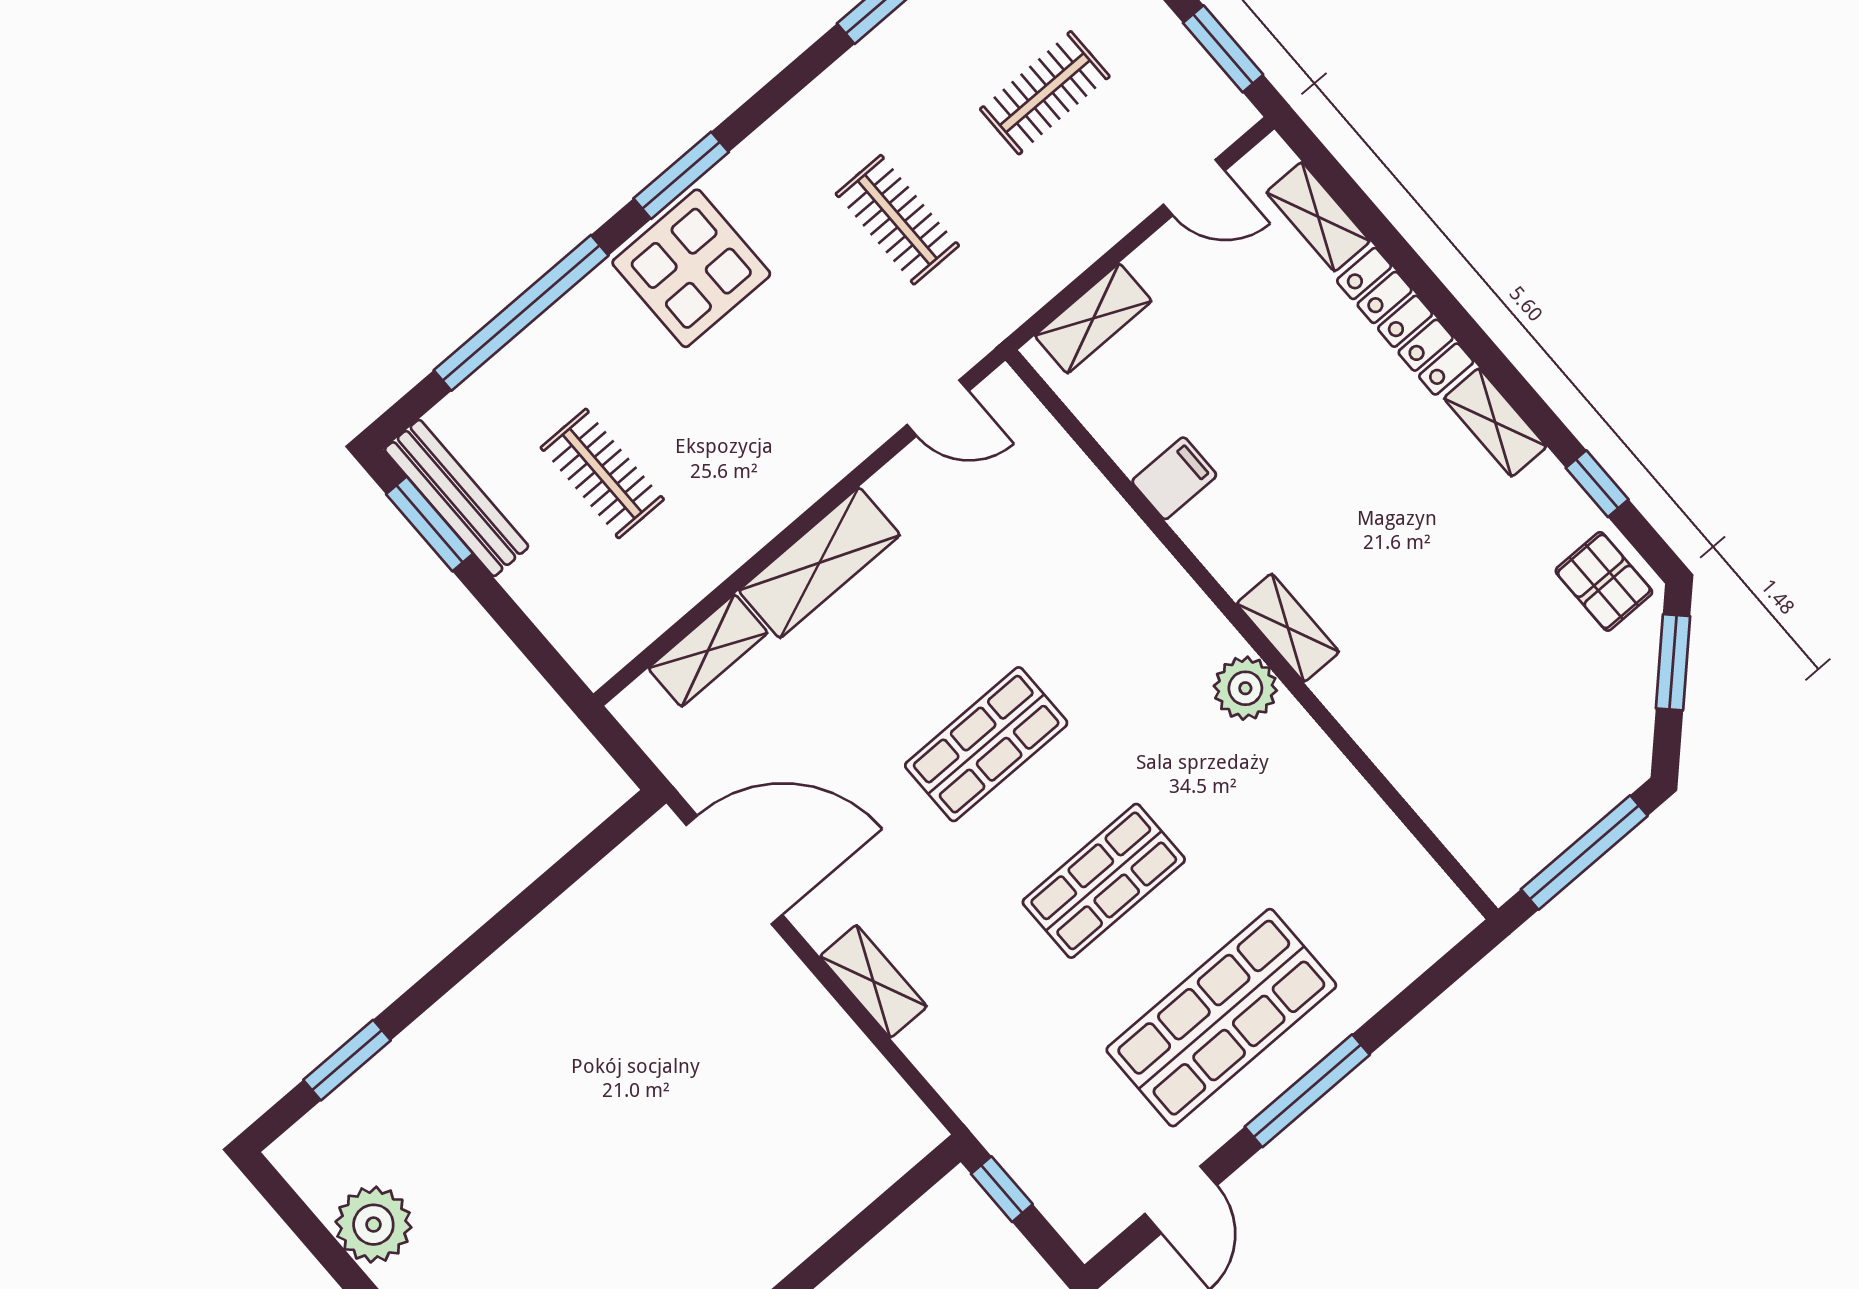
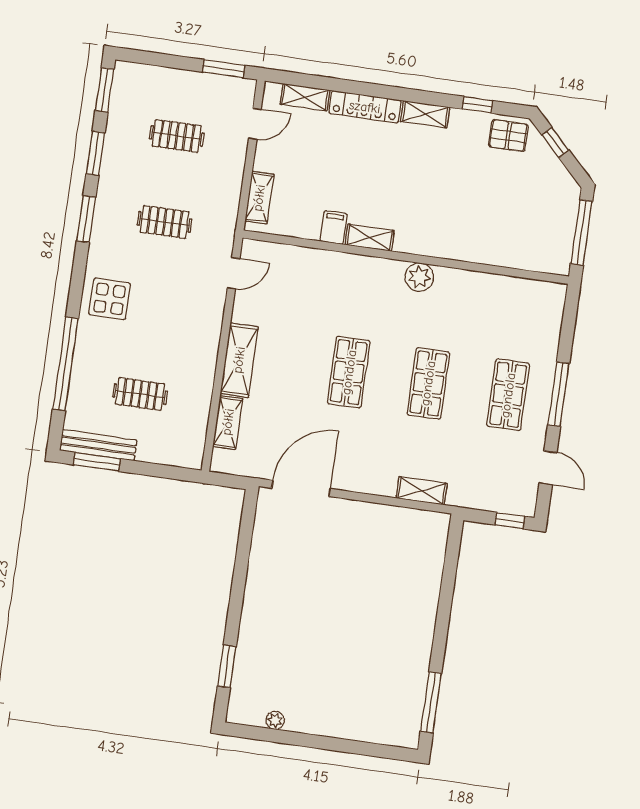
clothes rail: (1045, 93) -> (177, 136), turned 90
window: (681, 175) -> (86, 219), moved
display table: (691, 268) -> (110, 299), width x0.73, depth x0.73
shelving: (1288, 628) -> (370, 238), moved
window: (1673, 662) -> (555, 143), width x0.67
shelving: (873, 981) -> (422, 491), moved
shop shelf: (1221, 1018) -> (508, 395), width x0.70, depth x0.74
window: (1002, 1189) -> (510, 521), moved
plant: (373, 1225) -> (275, 720), width x0.53, depth x0.53

